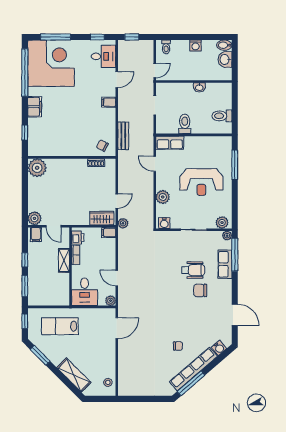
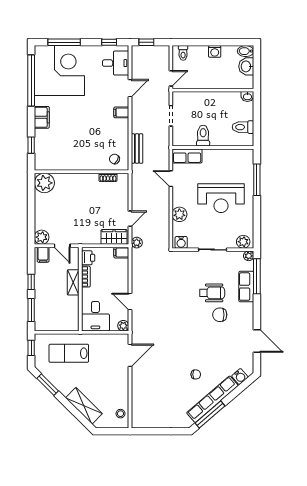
washbasin: (199, 87) -> (247, 96), moved

